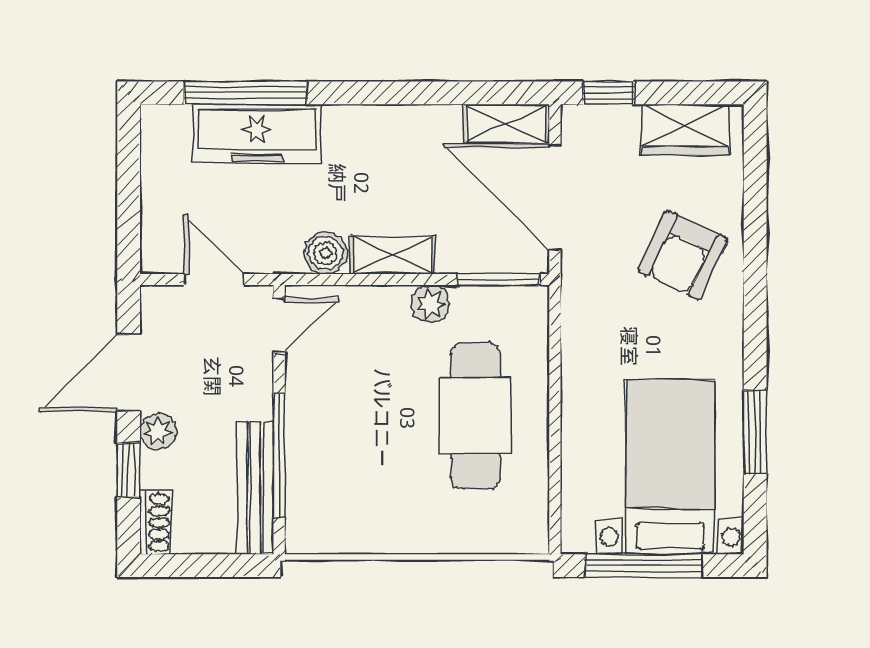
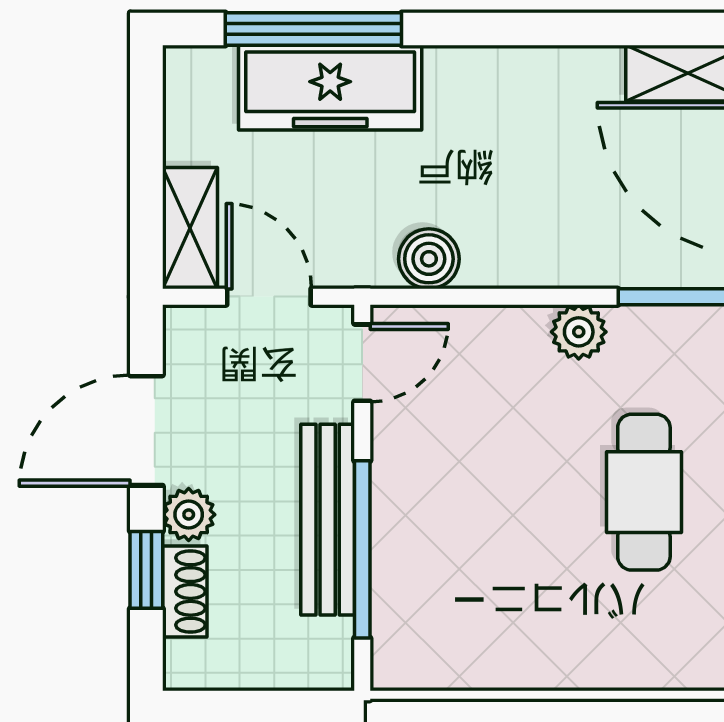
shelving: (393, 255) -> (190, 228), moved, turned 90
cafe table: (476, 416) -> (644, 492), width x0.73, depth x0.74
bench: (255, 488) -> (328, 520), moved
shoe rack: (155, 522) -> (185, 591), moved

